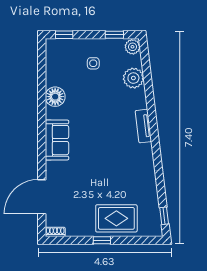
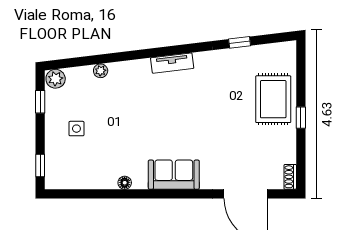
plant: (133, 78) -> (101, 71), width x0.53, depth x0.53
floor lamp: (55, 97) -> (125, 183), width x0.53, depth x0.53
tv unit: (143, 126) -> (172, 63), moved
window: (164, 216) -> (240, 42), moved

